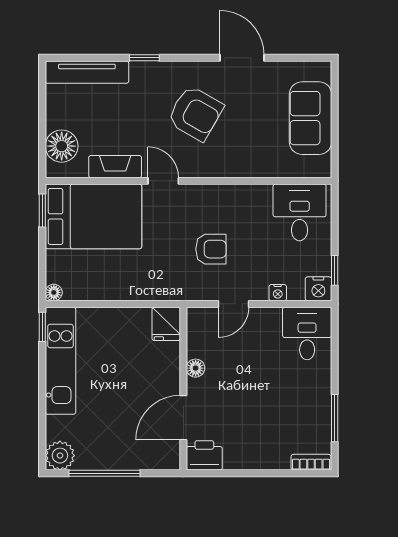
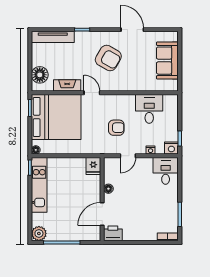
desk: (300, 212) -> (149, 109), moved
bed: (94, 216) -> (56, 117), width x1.36

